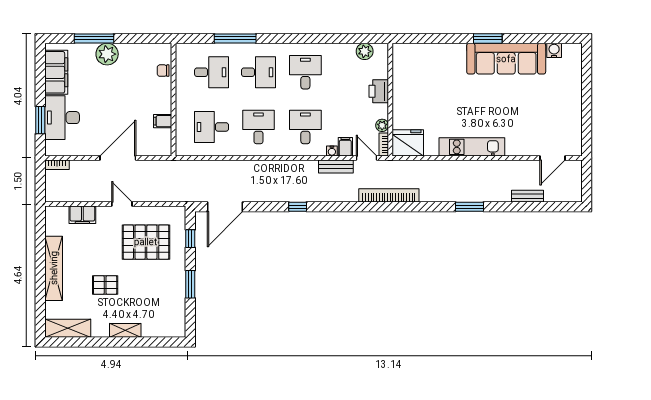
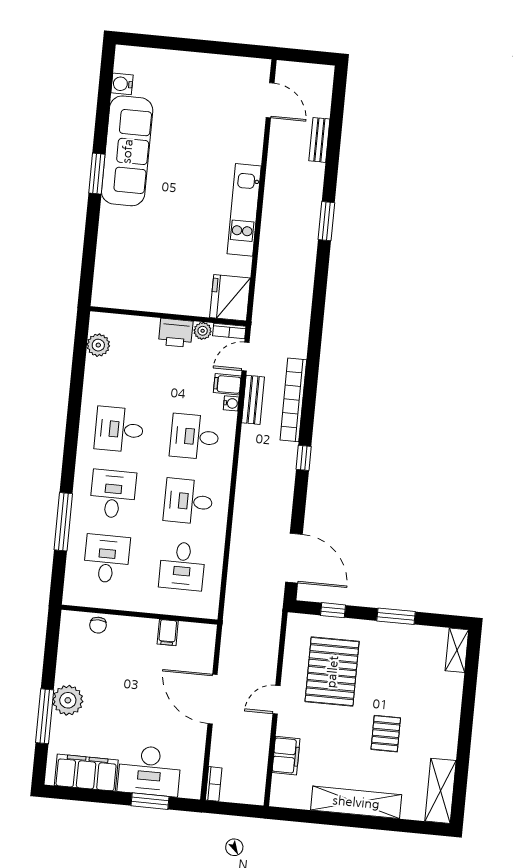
printer: (379, 91) -> (176, 333), moved
bookcase: (389, 195) -> (293, 400), moved
shelving: (125, 330) -> (457, 650), moved

